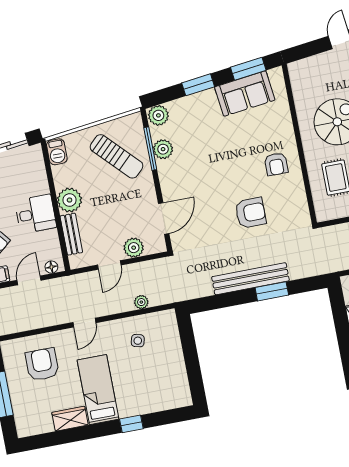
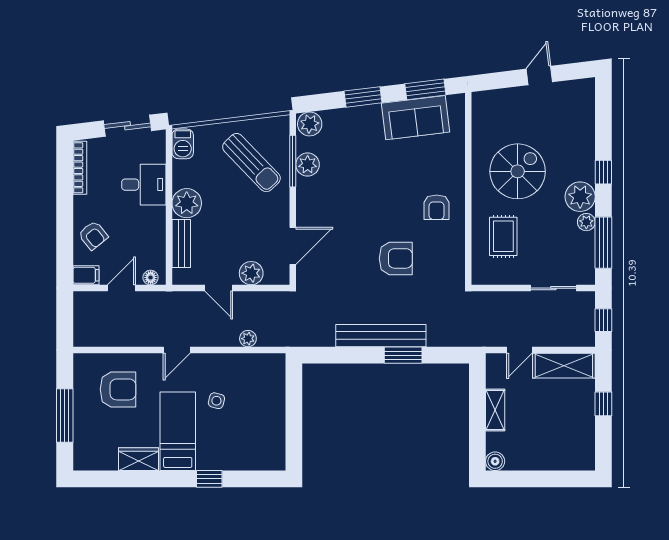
desk: (36, 214) -> (144, 185), moved
door: (109, 265) -> (219, 288), hinge flipped
side table: (138, 341) -> (216, 401), moved
armchair: (42, 364) -> (118, 389), turned 90

